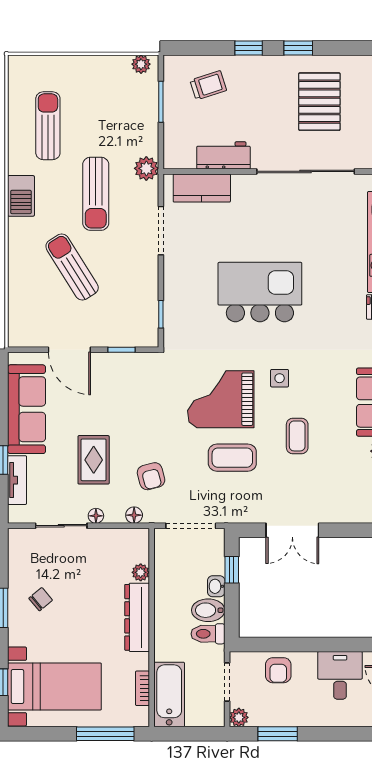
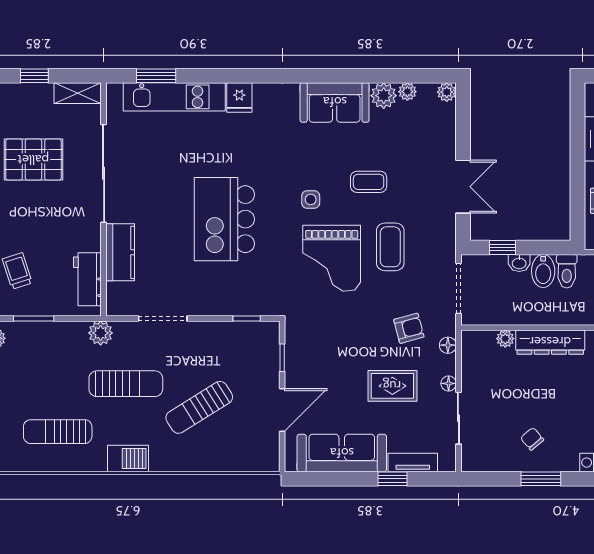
workbench: (223, 155) -> (87, 279), moved
kitchen counter: (202, 188) -> (120, 252), moved

